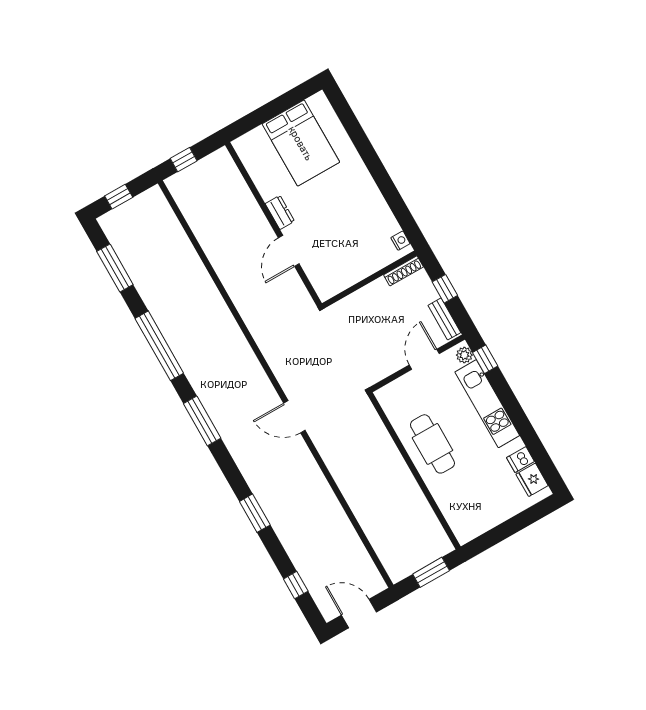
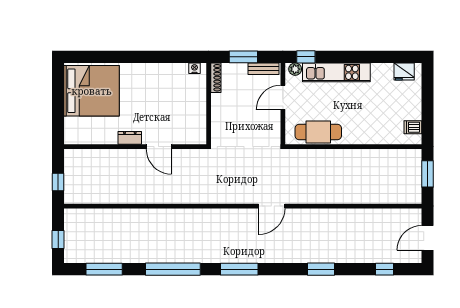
bed: (301, 143) -> (92, 91), width x1.36
window: (445, 289) -> (243, 57), width x1.50
door: (424, 359) -> (283, 97), hinge flipped
cafe table: (432, 444) -> (318, 132), moved
dishwasher: (520, 460) -> (413, 127), moved, turned 90

